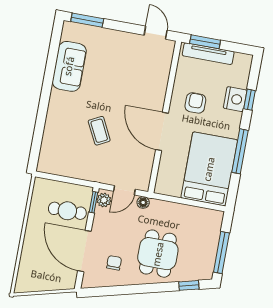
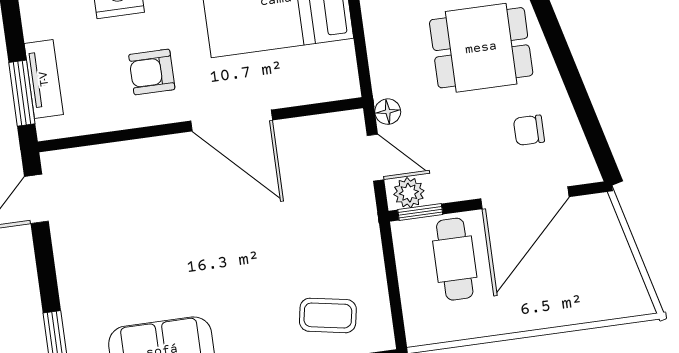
tv unit: (208, 54) -> (44, 79), width x0.71
coffee table: (99, 131) -> (328, 315), moved, turned 37
door: (162, 131) -> (232, 121), hinge flipped

